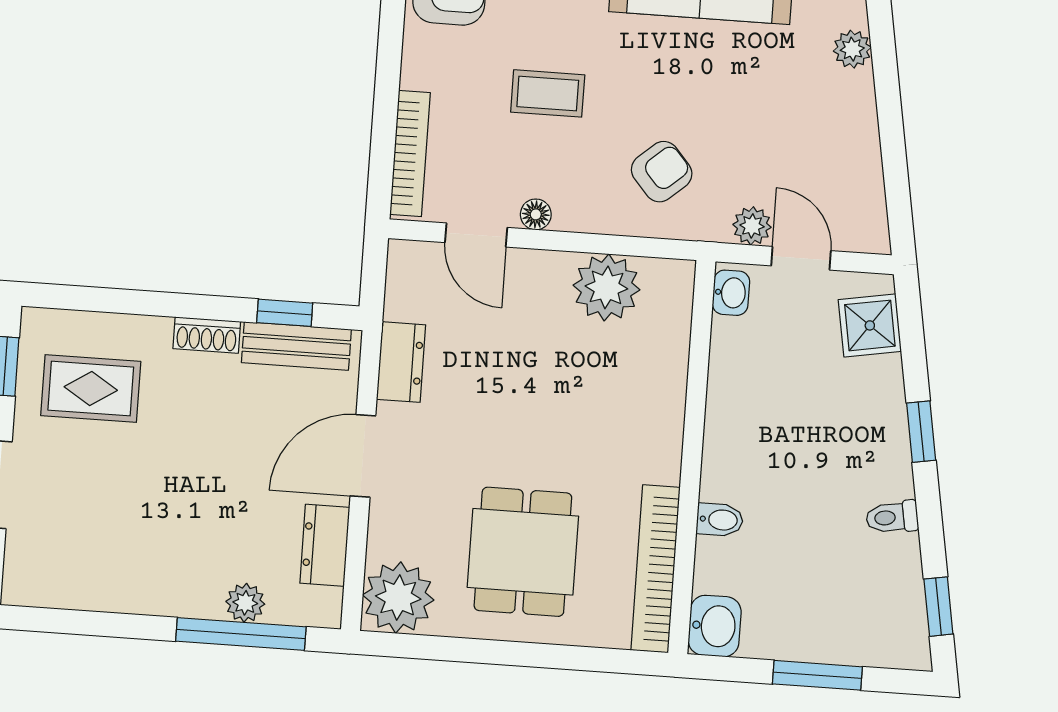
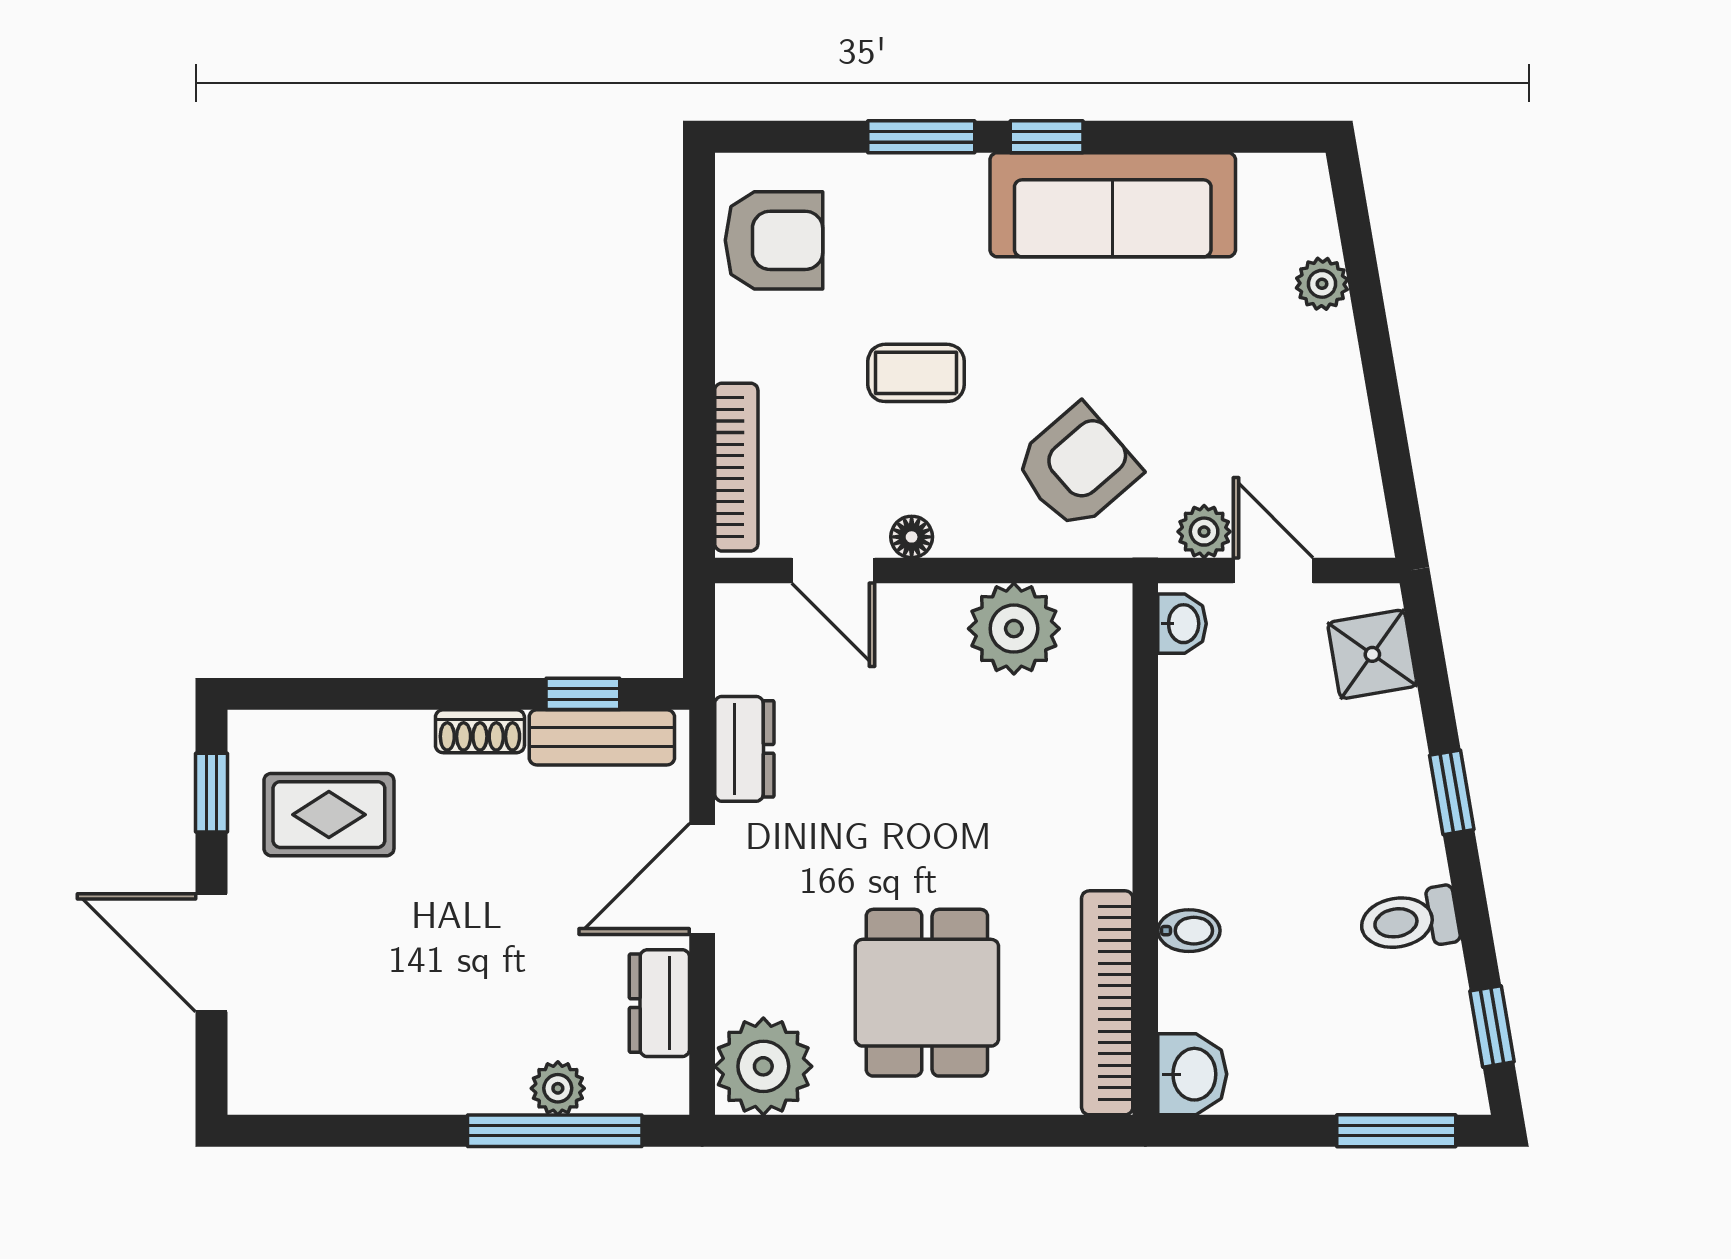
armchair: (662, 172) -> (1077, 467), width x1.38, depth x1.38
toilet: (892, 517) -> (1409, 921), width x1.37, depth x1.39
window: (817, 675) -> (1396, 1131), moved

